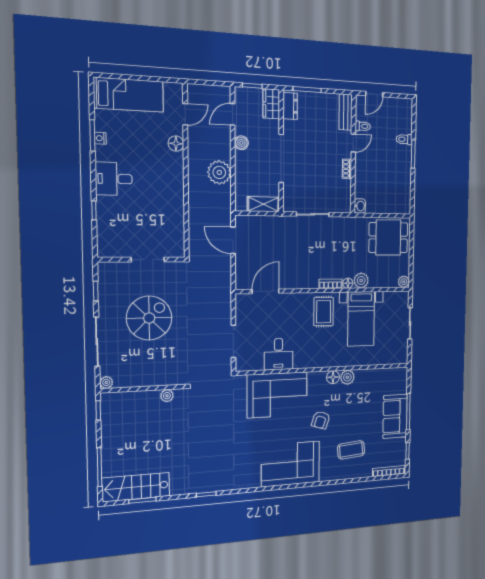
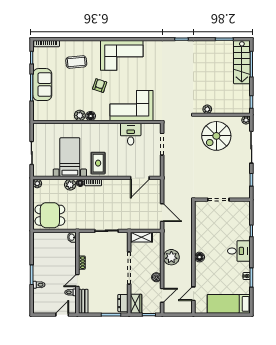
floor lamp: (176, 144) -> (200, 257), moved
spiral stairs: (149, 318) -> (216, 136), moved
stairs: (136, 487) -> (242, 62), moved, turned 90

